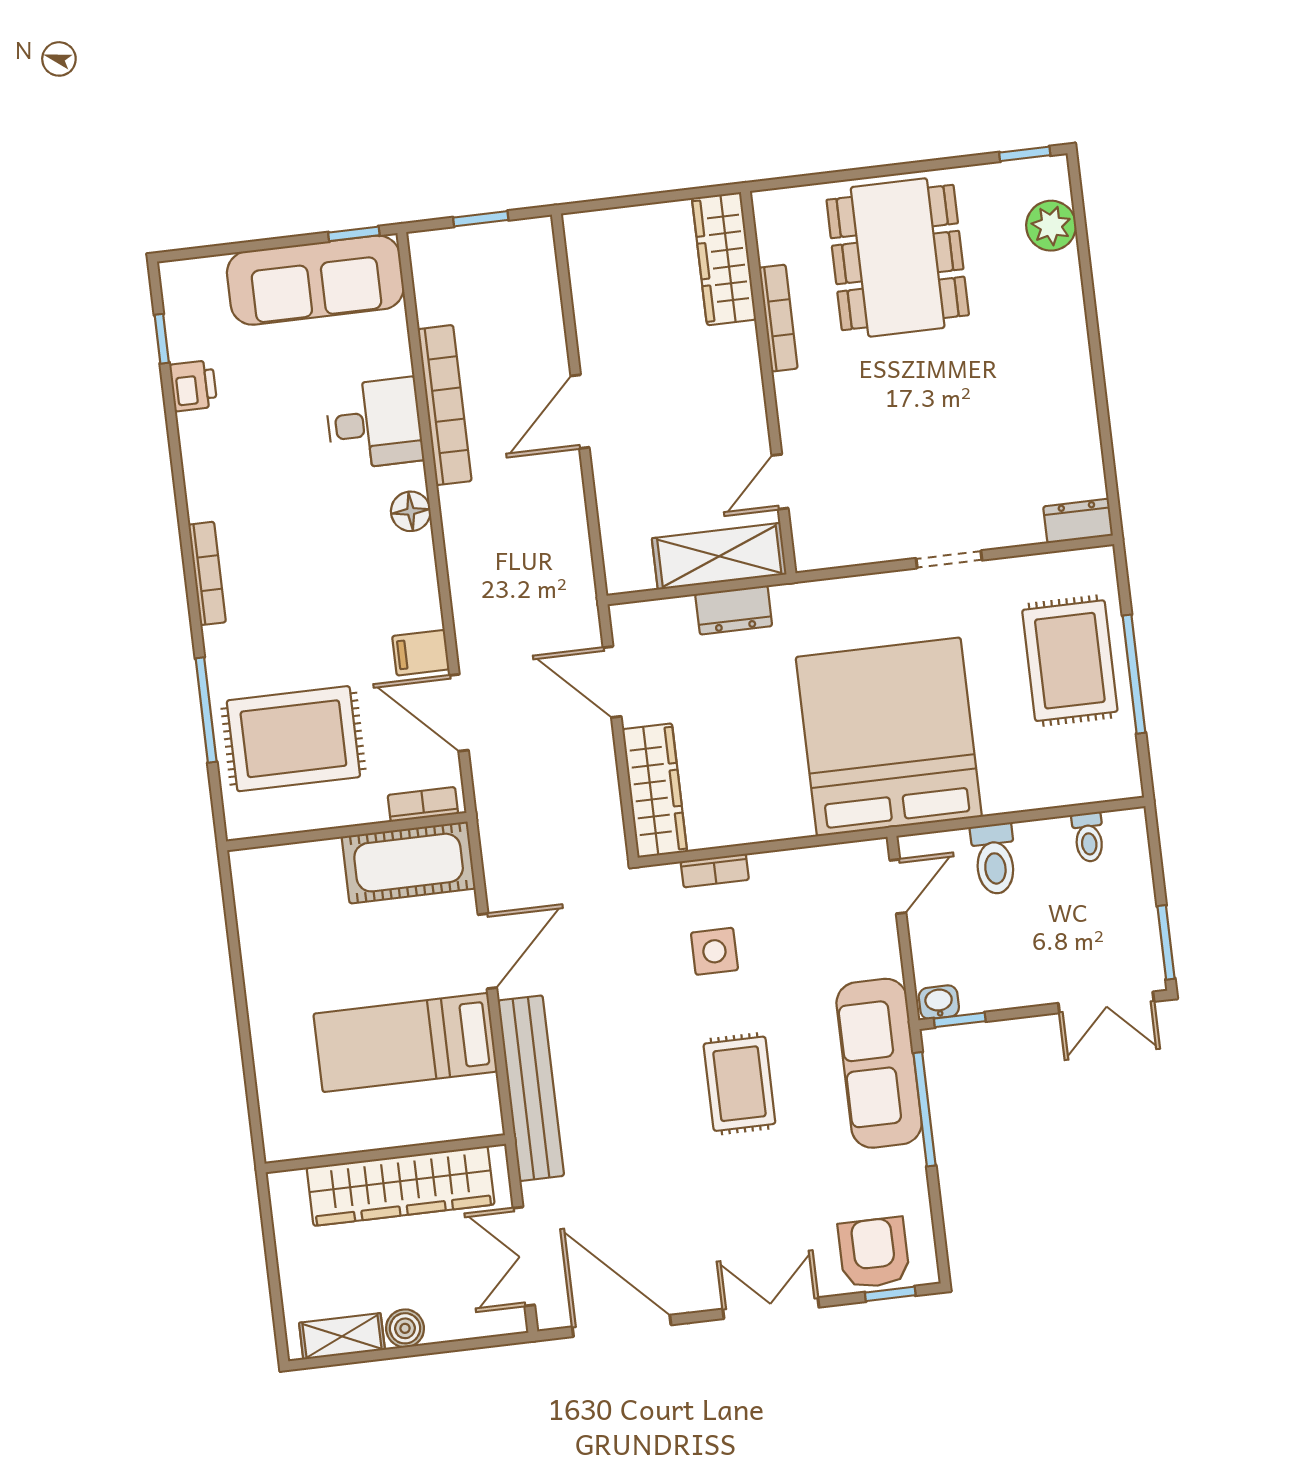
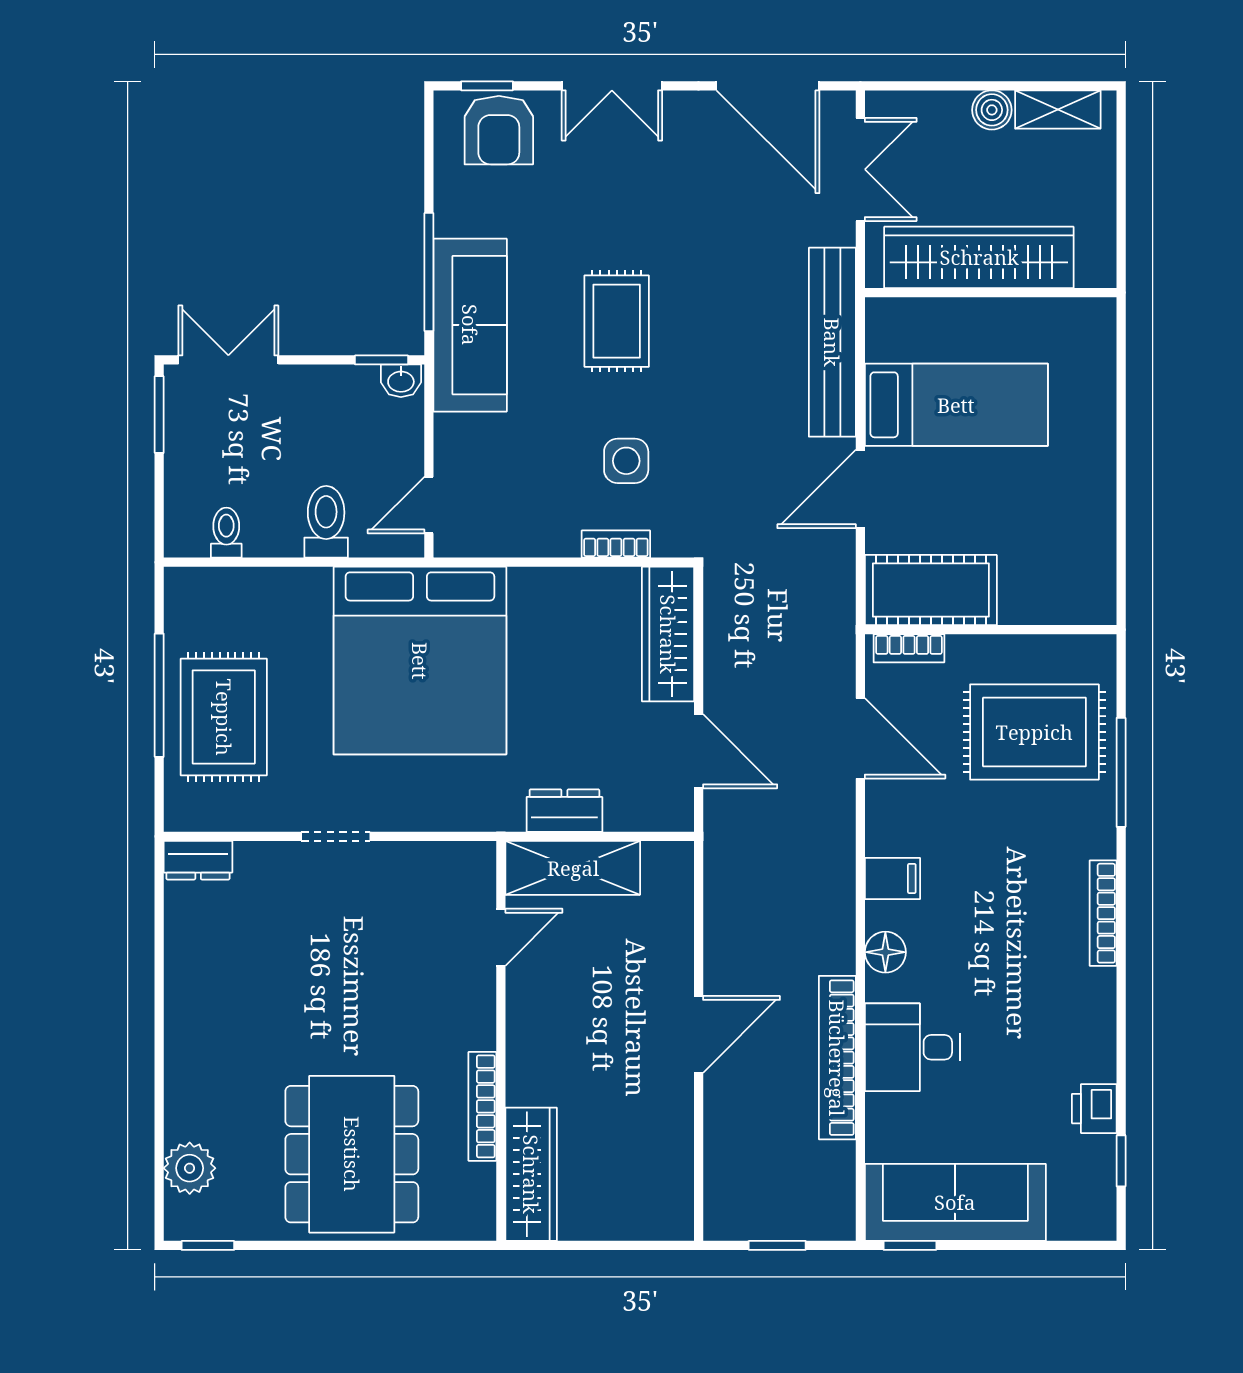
filing cabinet: (421, 653) -> (892, 878), moved

